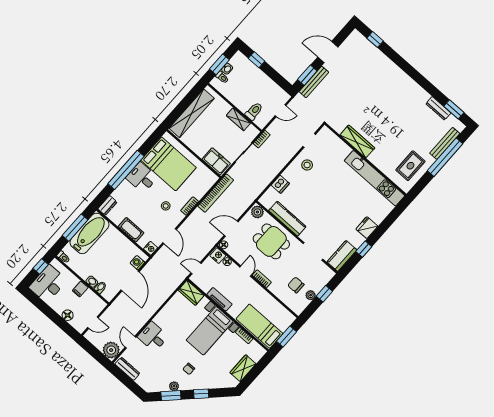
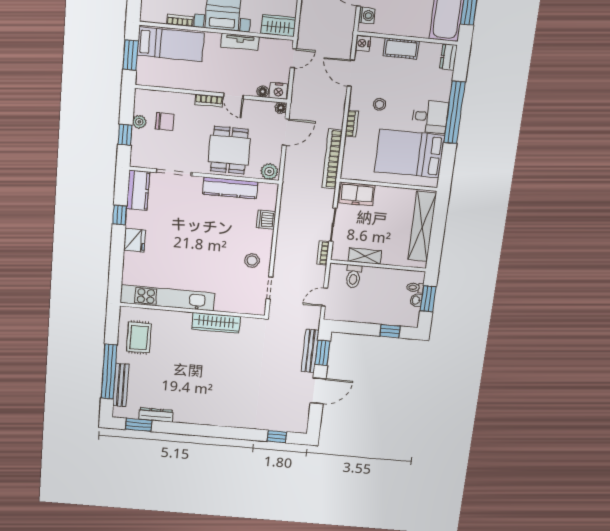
dining table: (271, 241) -> (229, 150), turned 90

